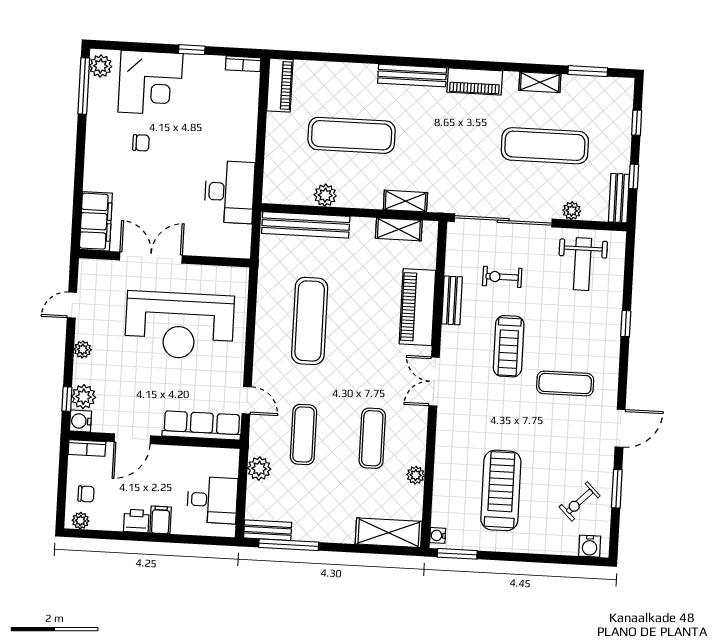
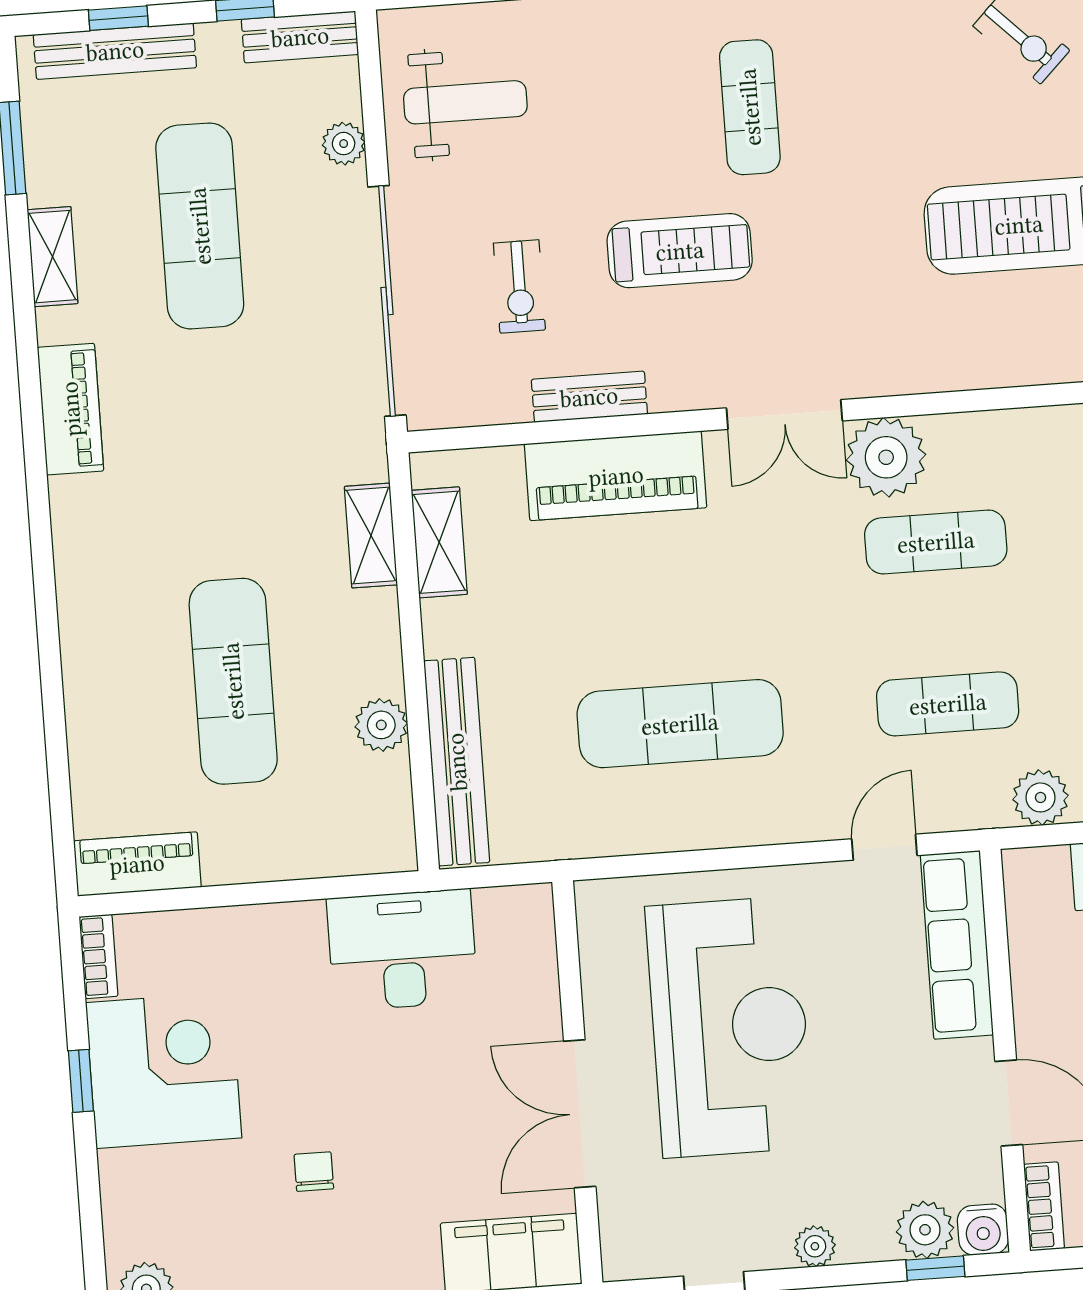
bench: (412, 75) -> (115, 51), moved, turned 90
corner desk: (150, 83) -> (164, 1070), moved
plant: (416, 475) -> (886, 457), moved, width x1.87, depth x1.87

